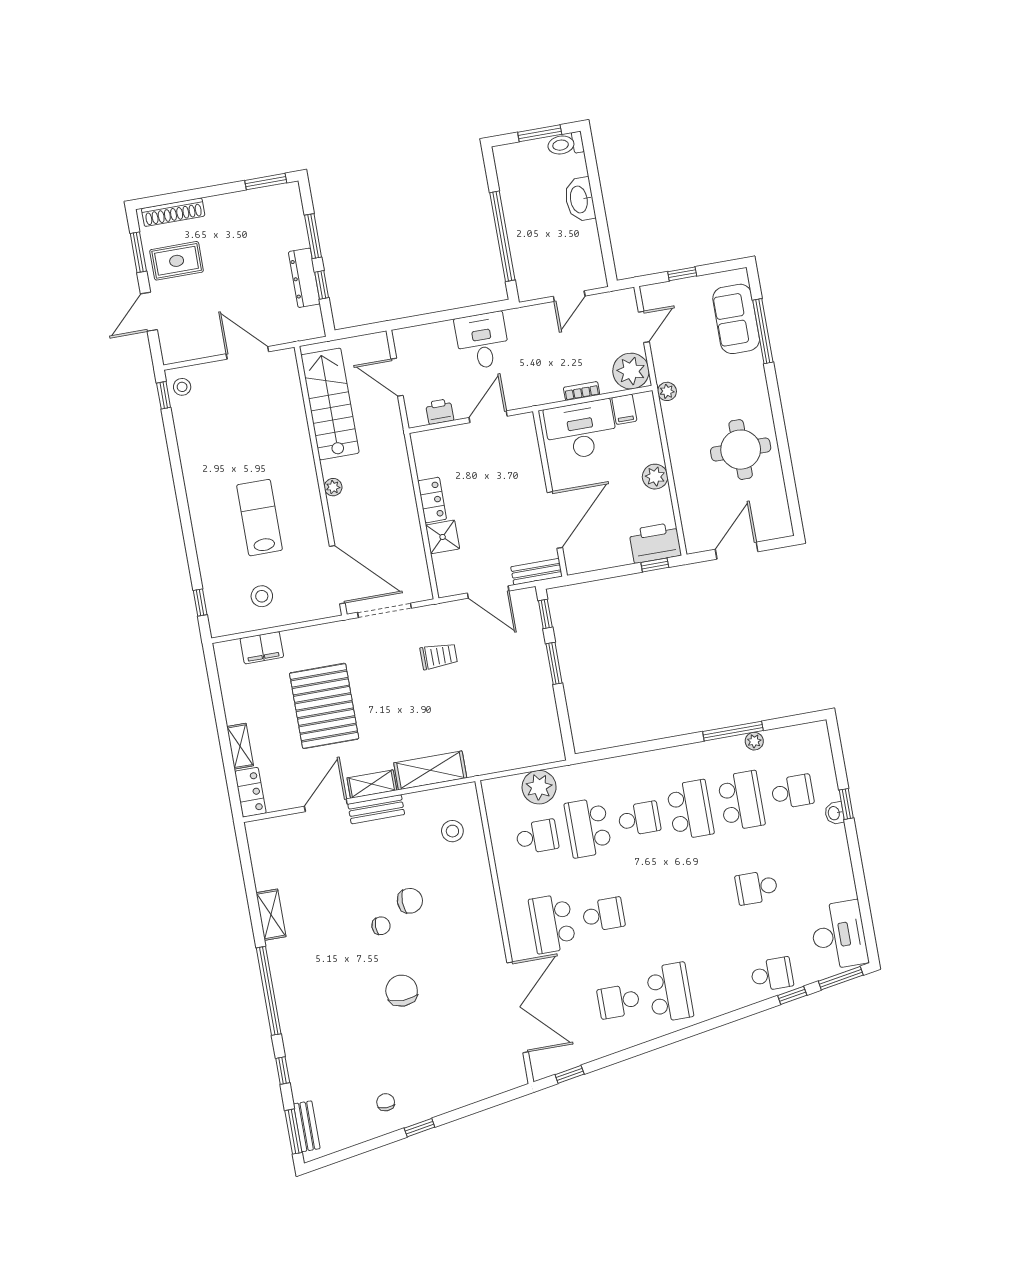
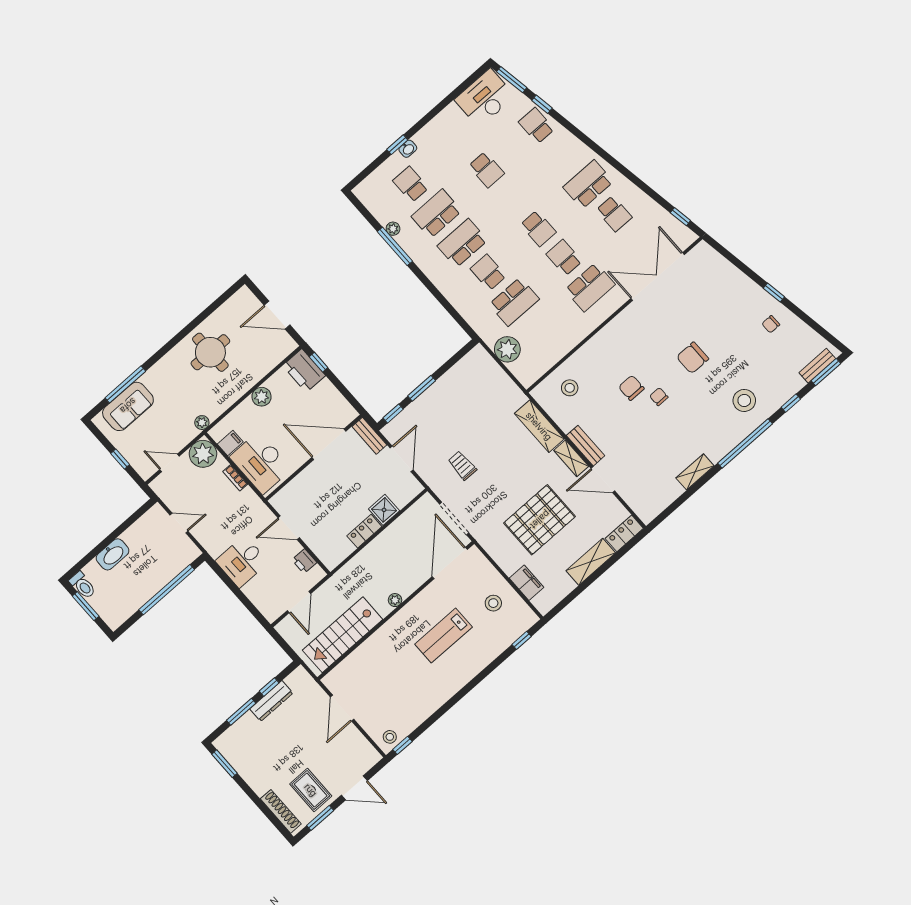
shelving: (240, 746) -> (591, 562), width x1.50, depth x1.33
school desk: (537, 837) -> (538, 228), moved, turned 180
stool: (318, 1020) -> (744, 400), added

